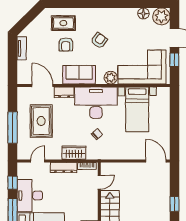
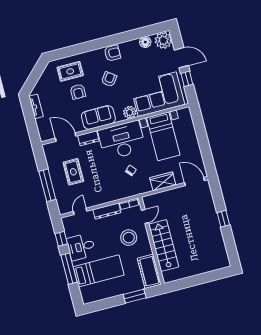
armchair: (109, 16) -> (112, 53), added
rug: (41, 121) -> (73, 172), width x0.73, depth x0.70
wardrobe: (74, 153) -> (163, 181), moved
desk: (30, 196) -> (81, 247), width x0.73
stool: (78, 199) -> (129, 238), added

